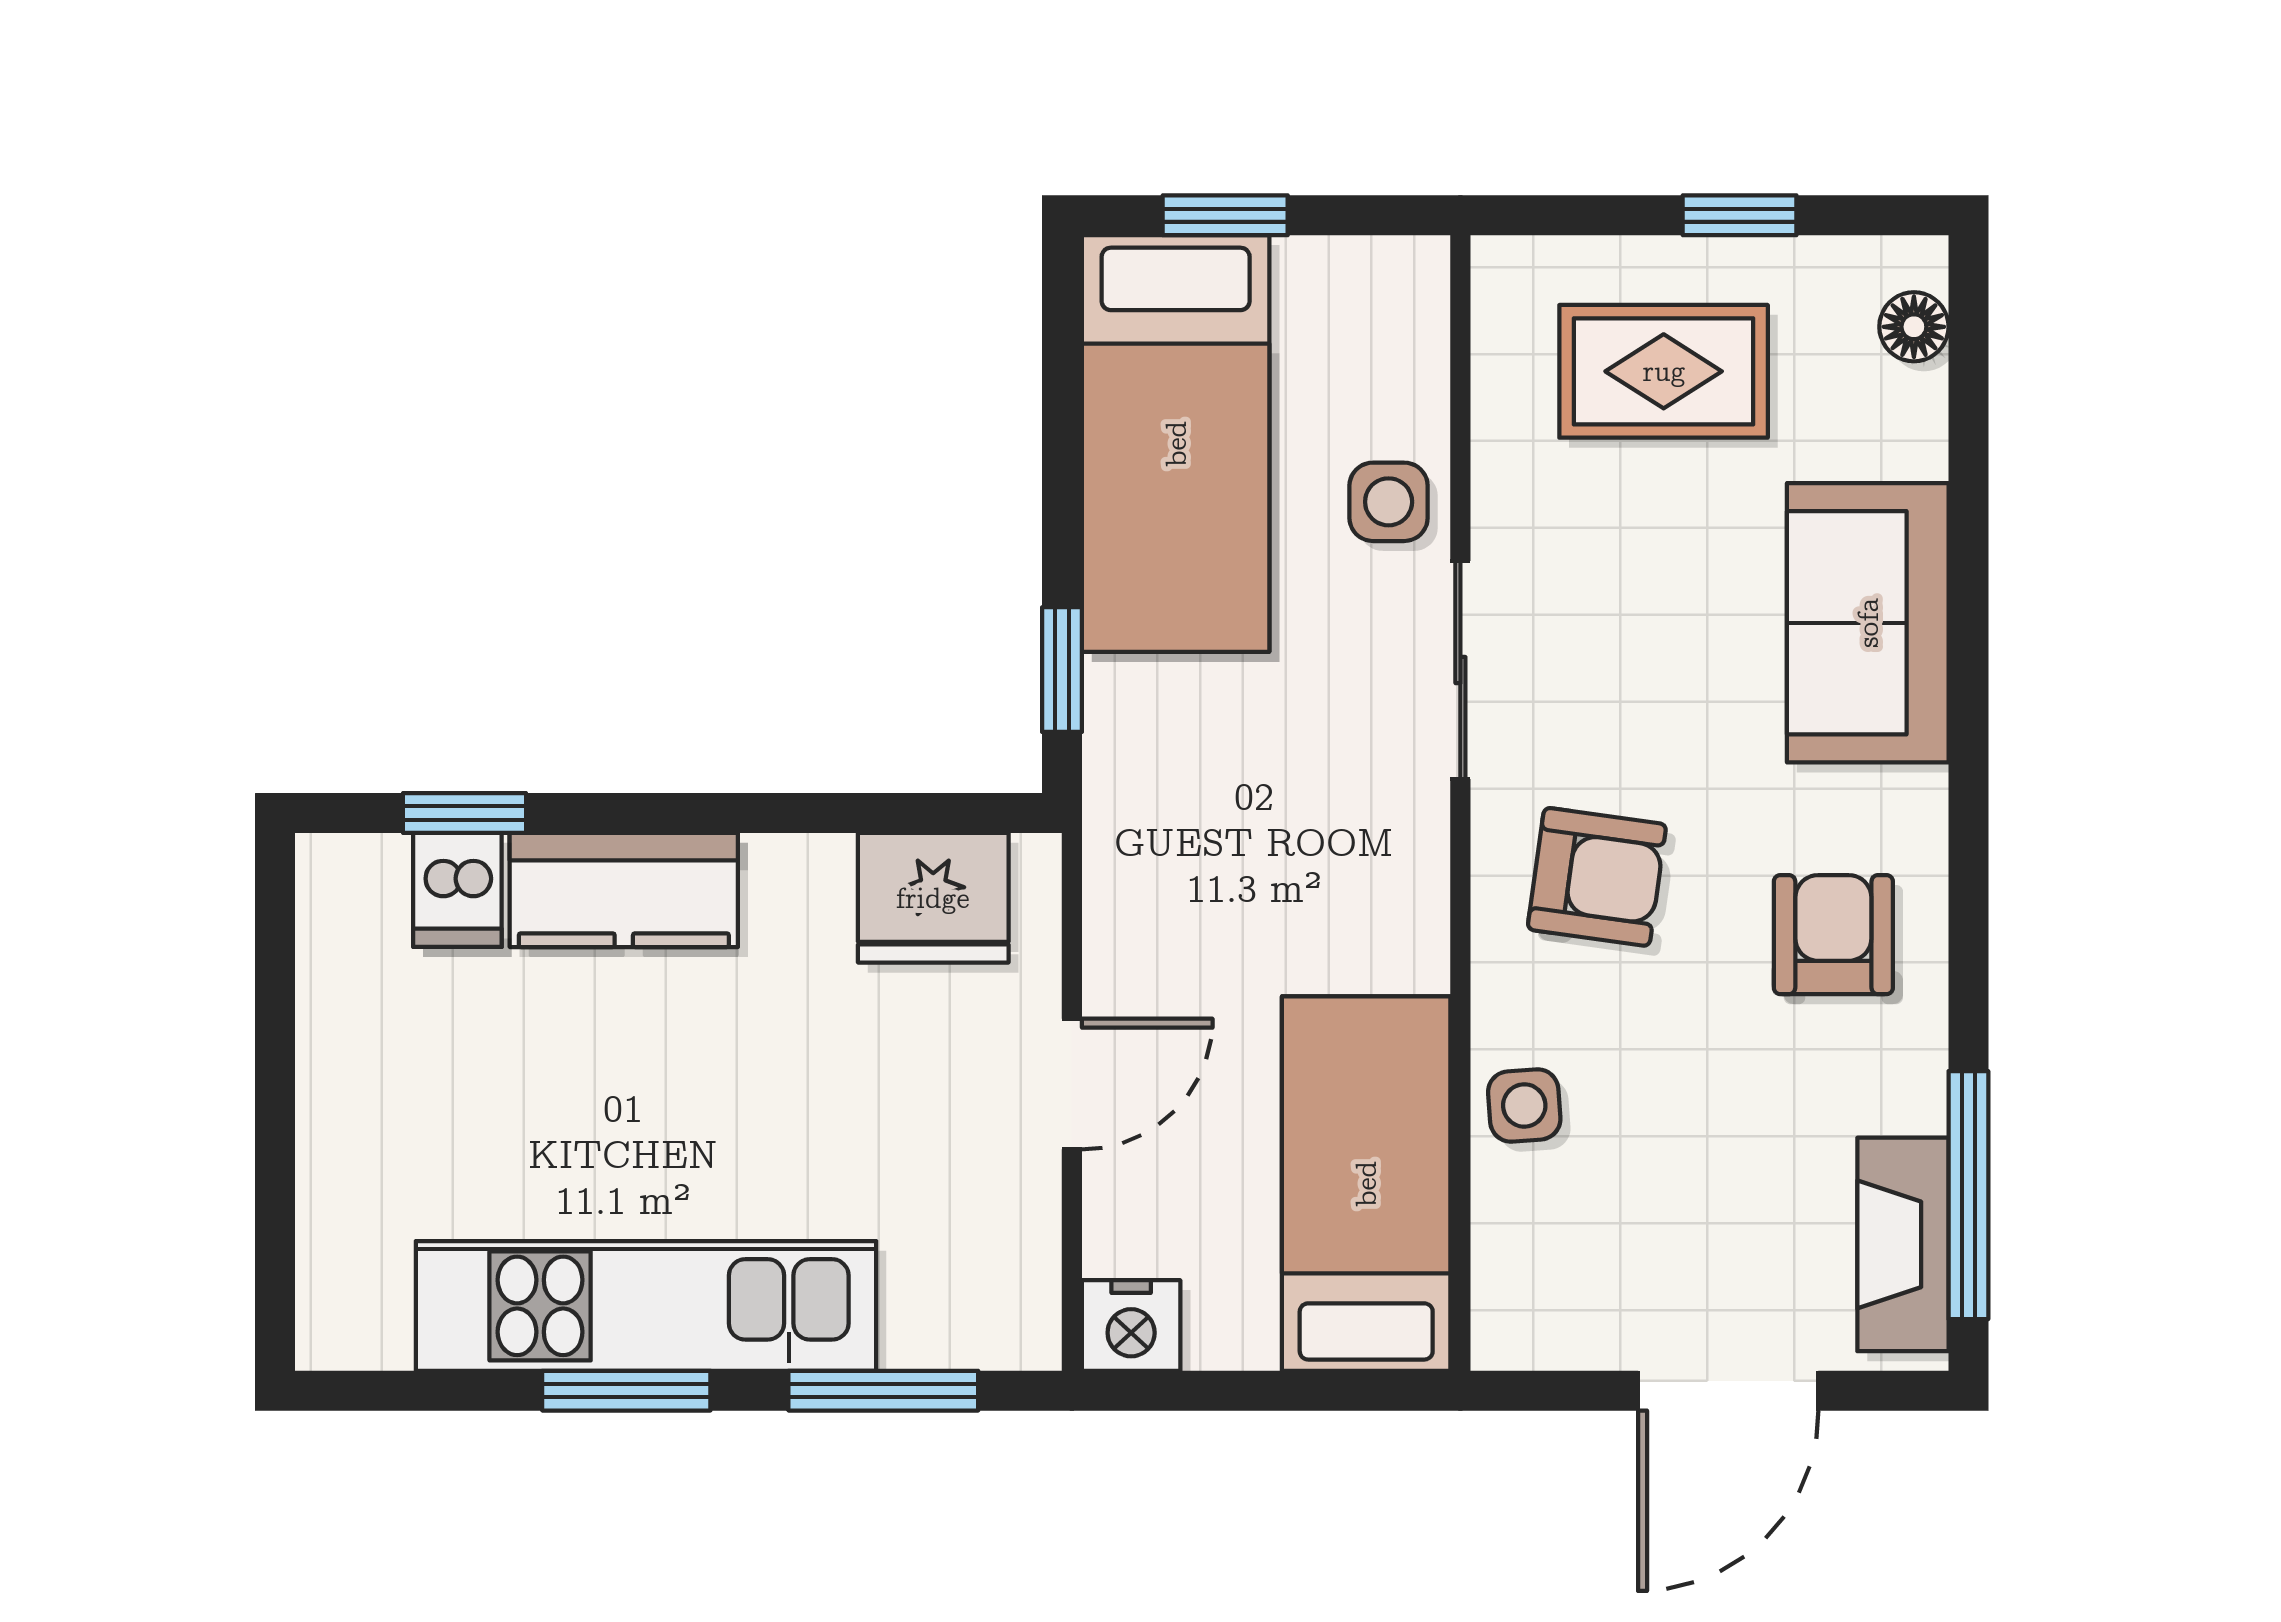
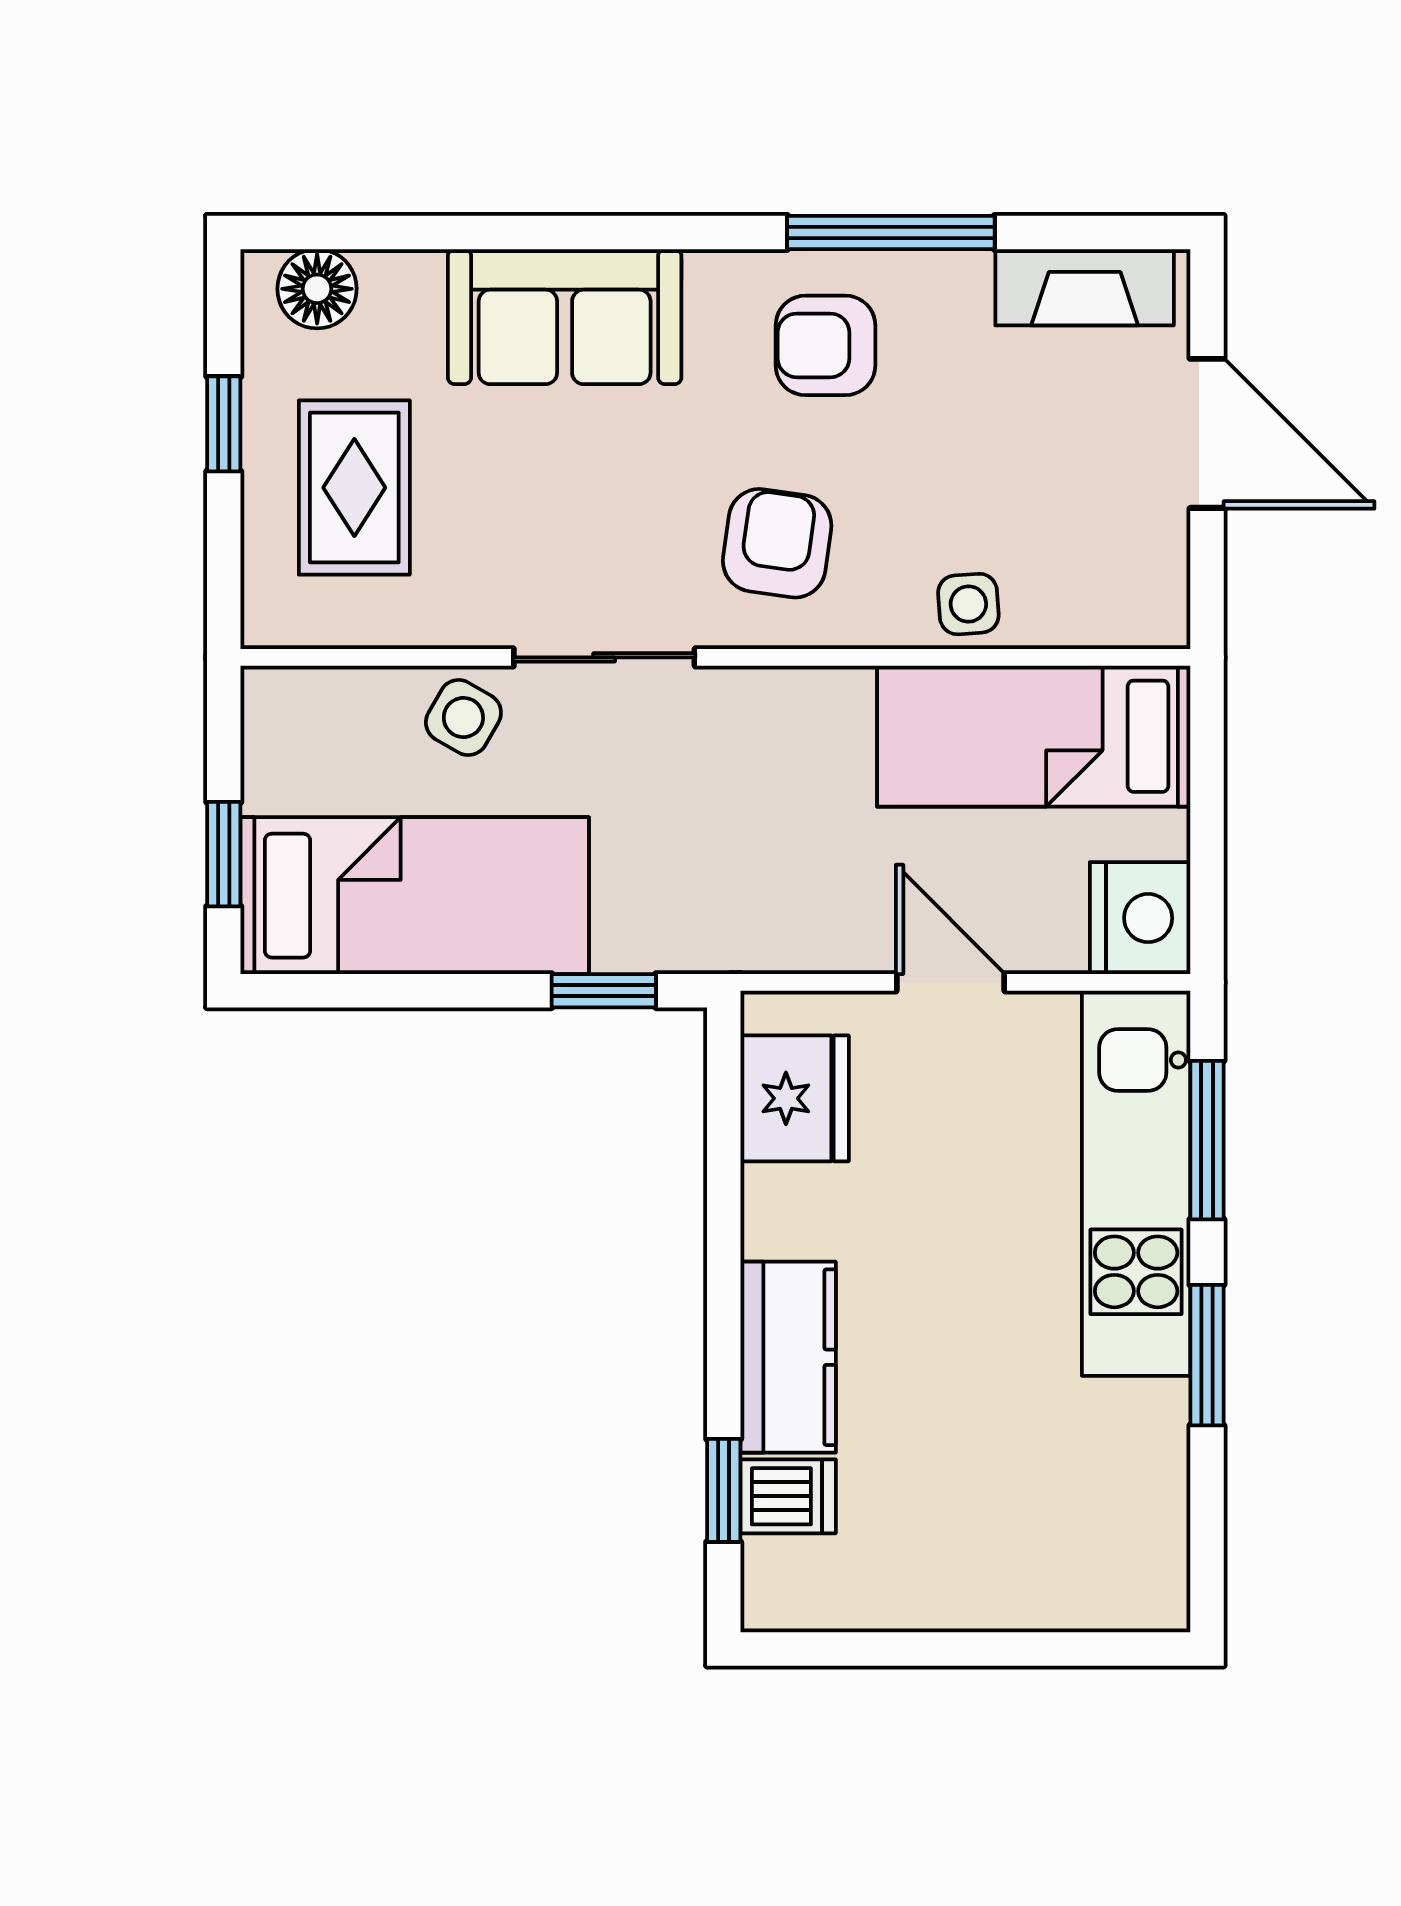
floor lamp: (1914, 327) -> (317, 289), width x1.37, depth x1.37
side table: (1389, 502) -> (463, 718), turned 30
window: (1968, 1195) -> (891, 232), moved
kitchen unit: (646, 1306) -> (1136, 1183), moved
nightstand: (1131, 1326) -> (1140, 918), width x1.36, depth x1.33

